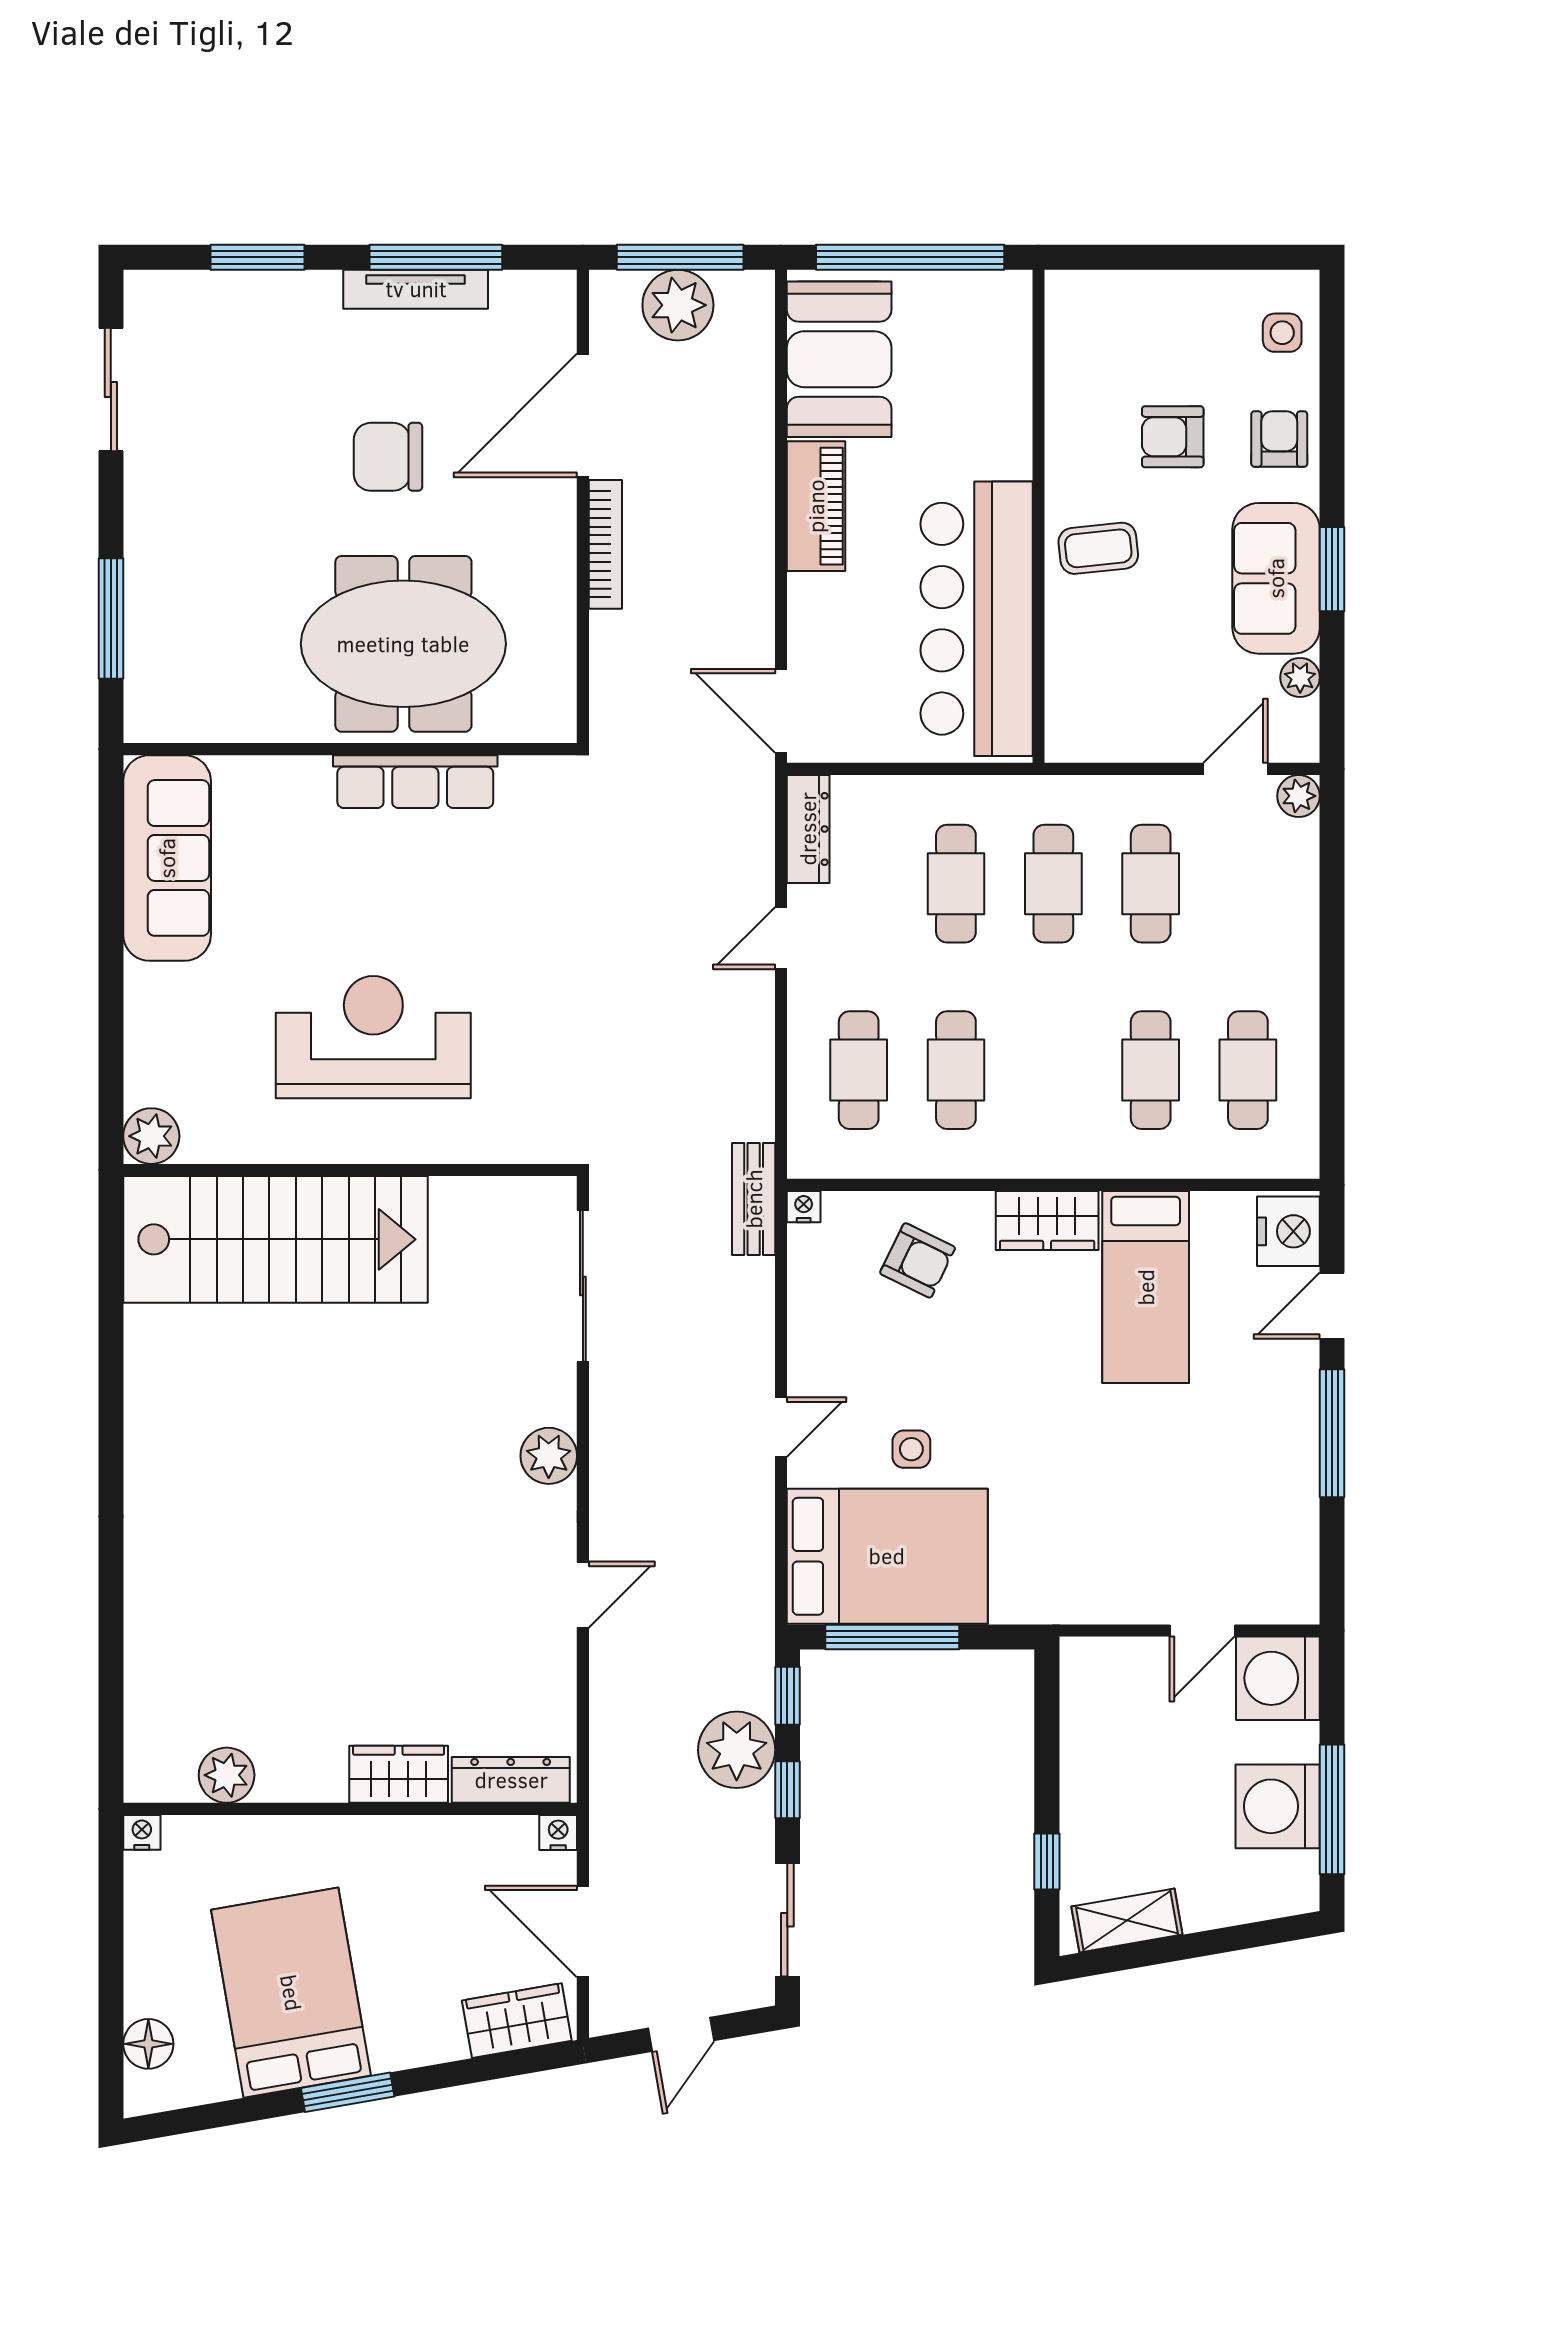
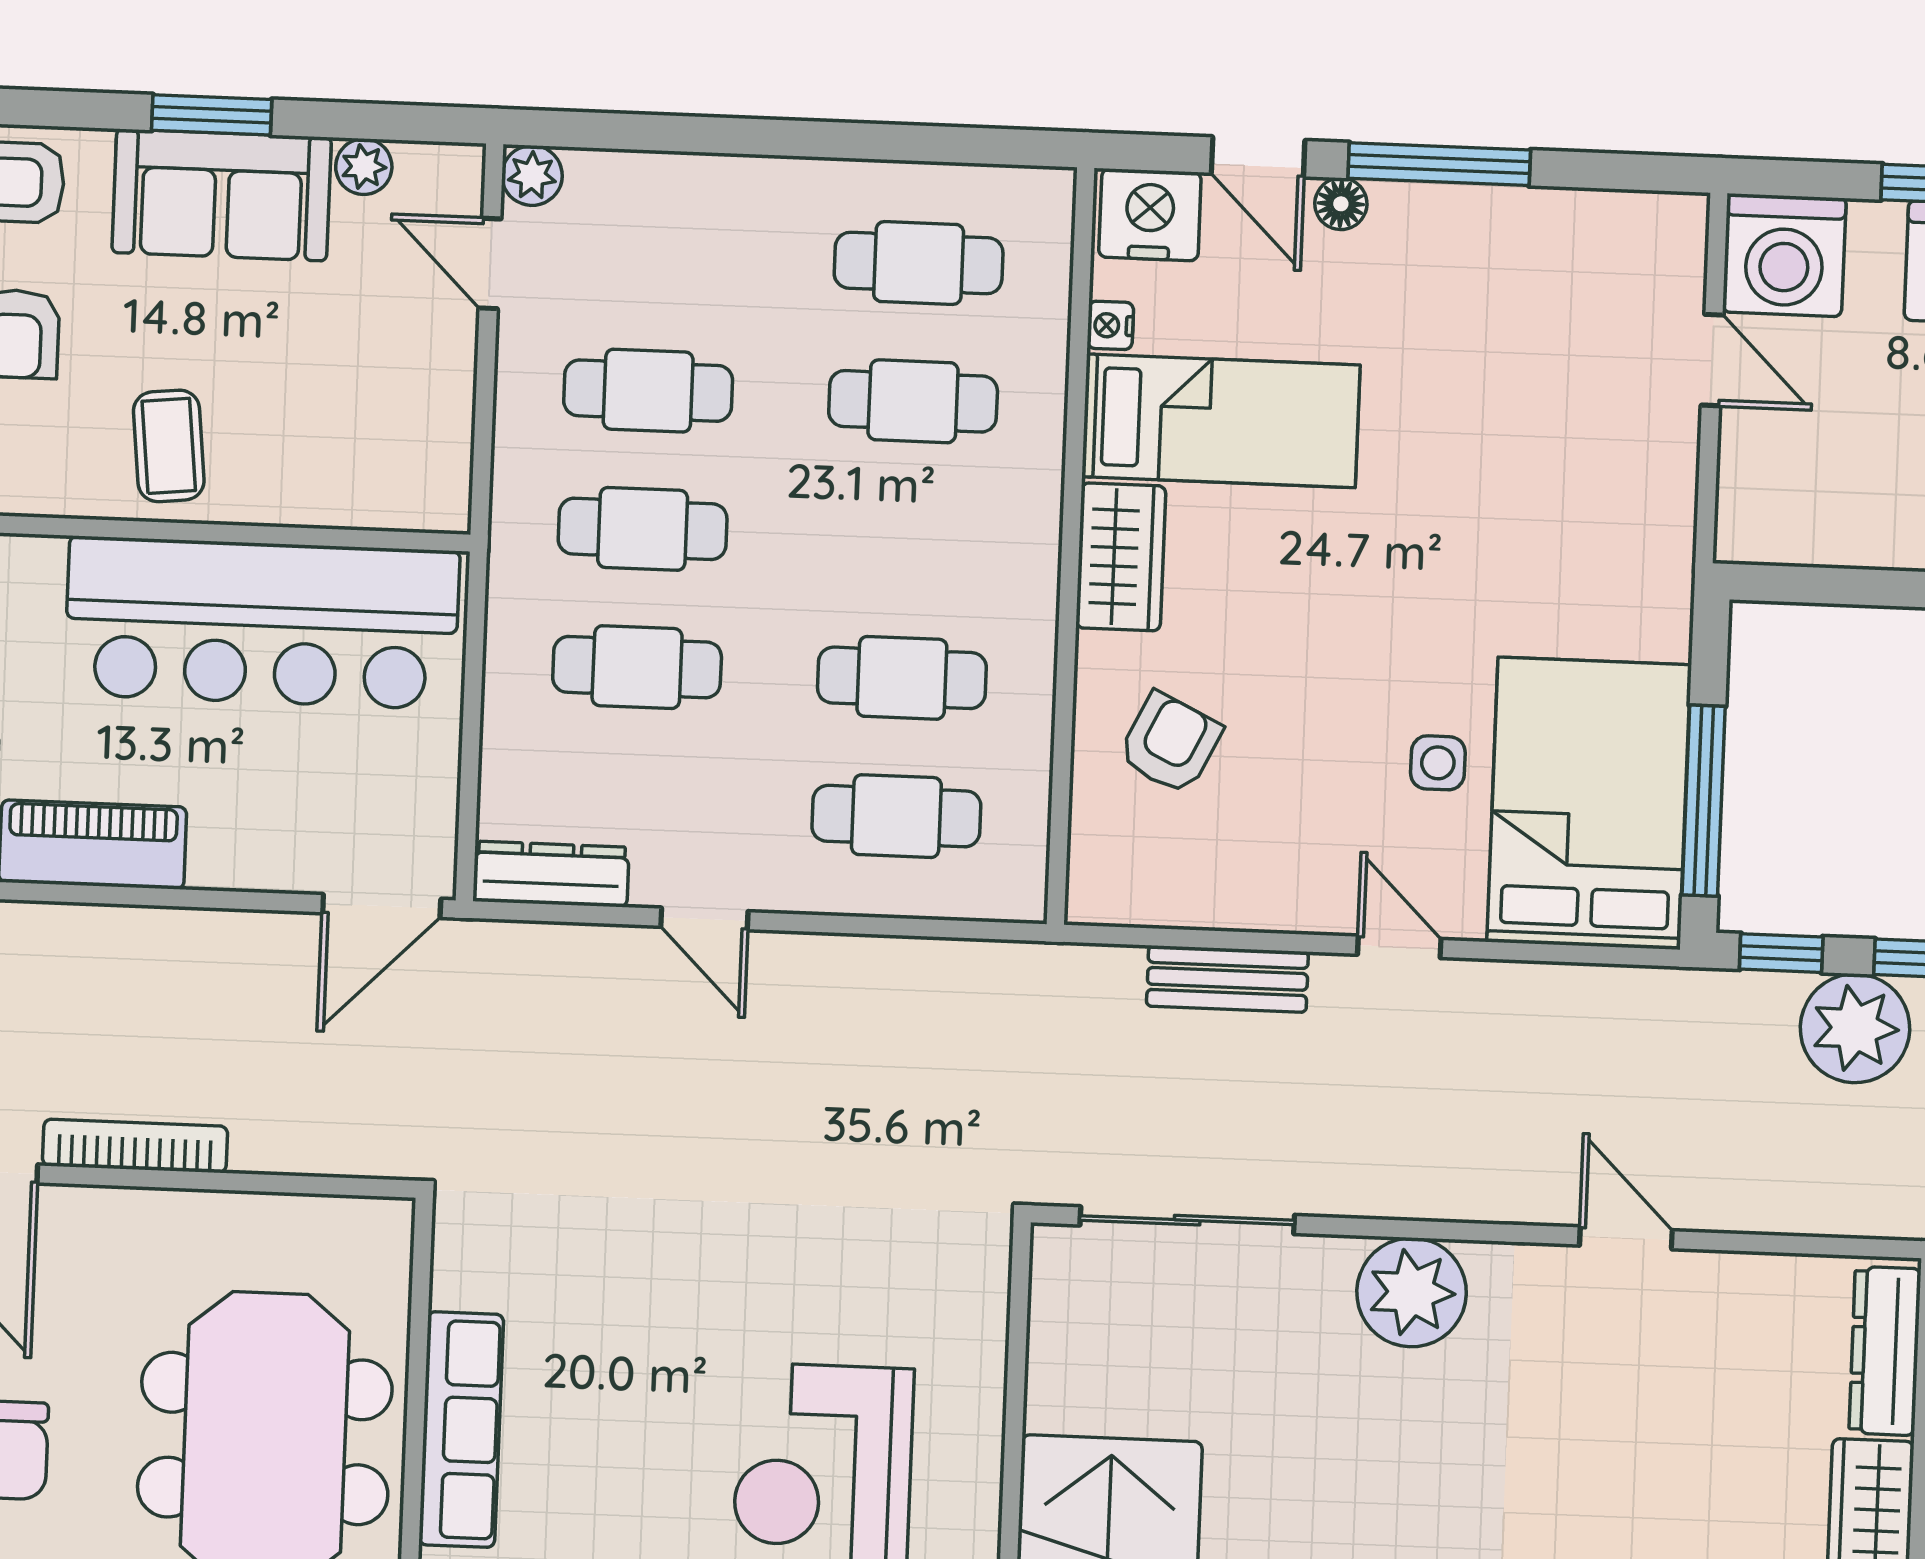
bench: (754, 1199) -> (1227, 979), moved
nightstand: (804, 1207) -> (1110, 325), moved
floor lamp: (1302, 1365) -> (1341, 204), added
plant: (549, 1456) -> (1412, 1292), width x1.36, depth x1.36

